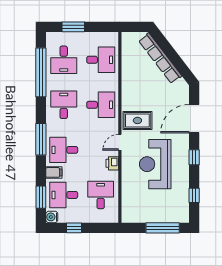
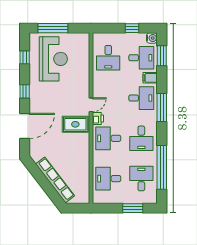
printer: (112, 163) -> (98, 118), moved
reception desk: (155, 164) -> (53, 59), moved

